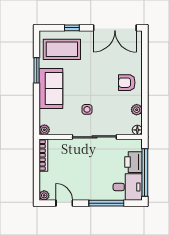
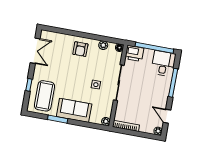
double door: (115, 28) -> (35, 51), width x0.73
printer: (134, 162) -> (134, 53), moved
door: (64, 203) -> (167, 116), hinge flipped

